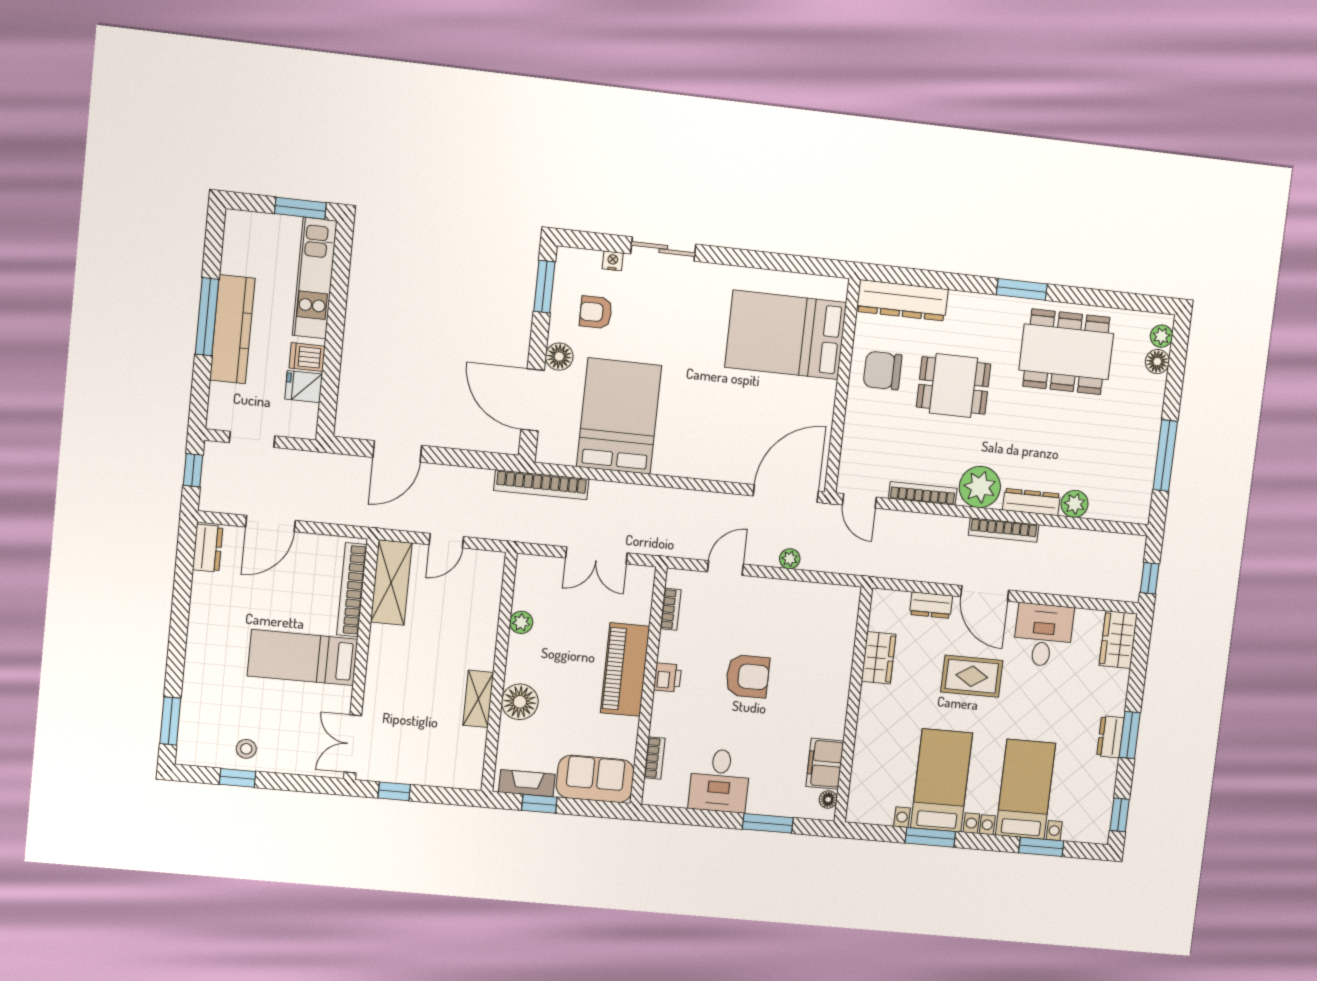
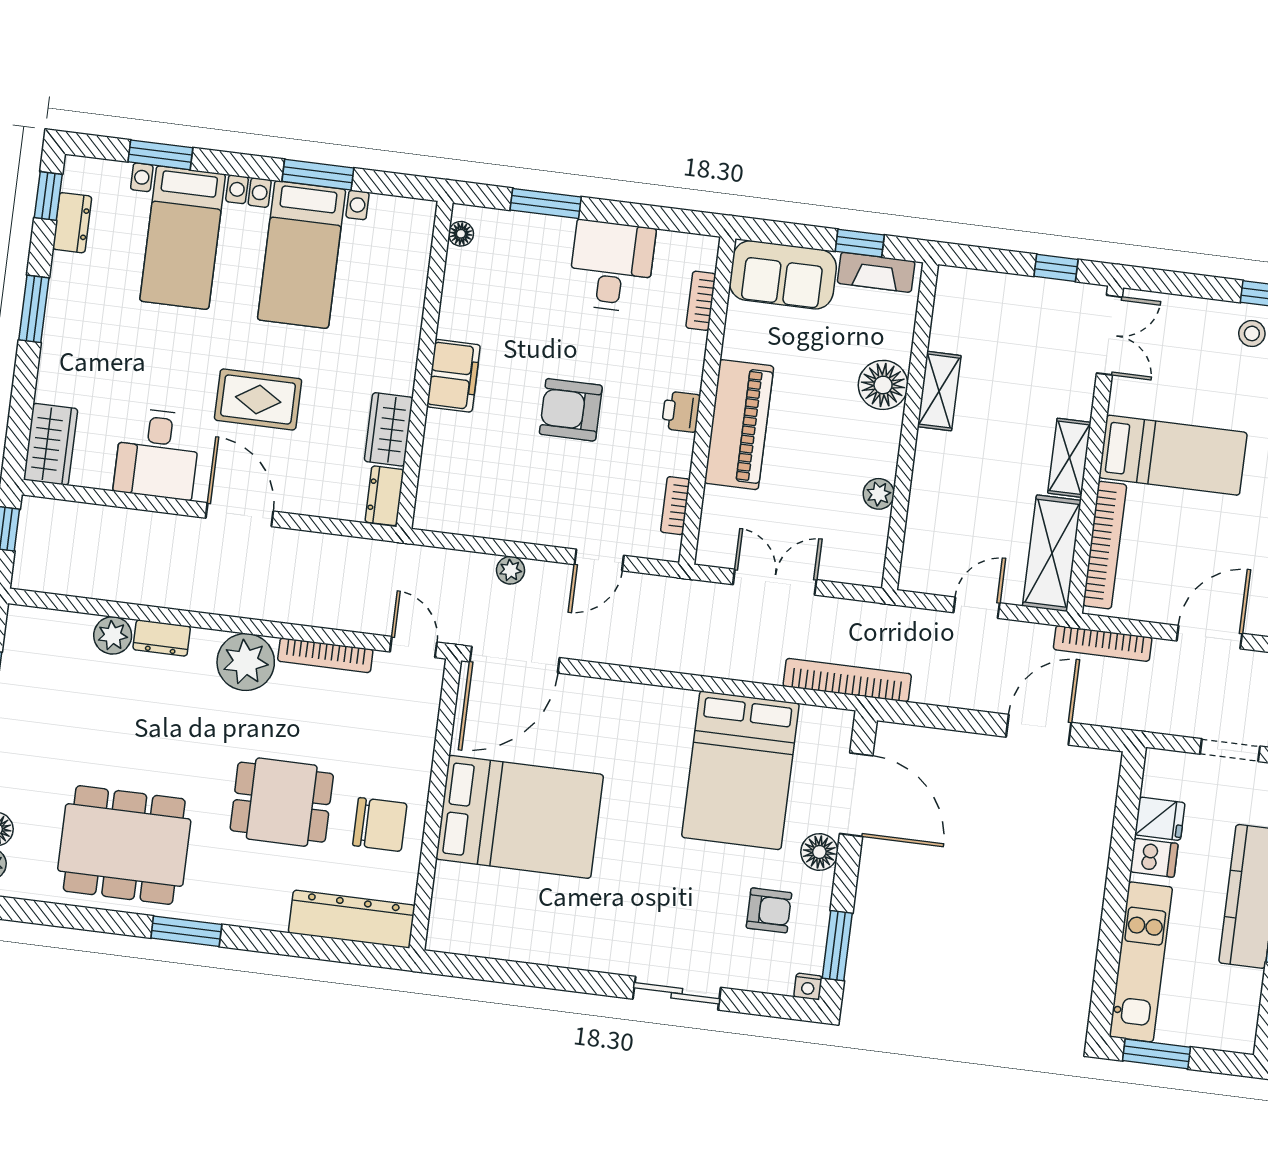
nightstand: (613, 261) -> (808, 986), moved
bed: (786, 335) -> (520, 817), moved
dresser: (1031, 502) -> (162, 638), width x0.70
bookcase: (1004, 530) -> (1103, 643), moved, turned 180
dresser: (931, 605) -> (384, 496), moved, turned -90
shelving: (380, 653) -> (1069, 458), added
dresser: (1110, 737) -> (72, 223), moved
filing cabinet: (825, 764) -> (453, 376), moved

